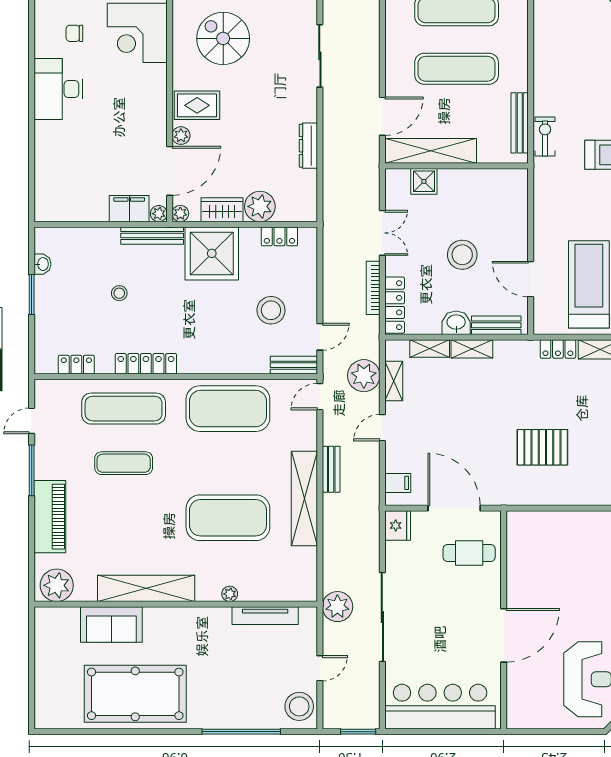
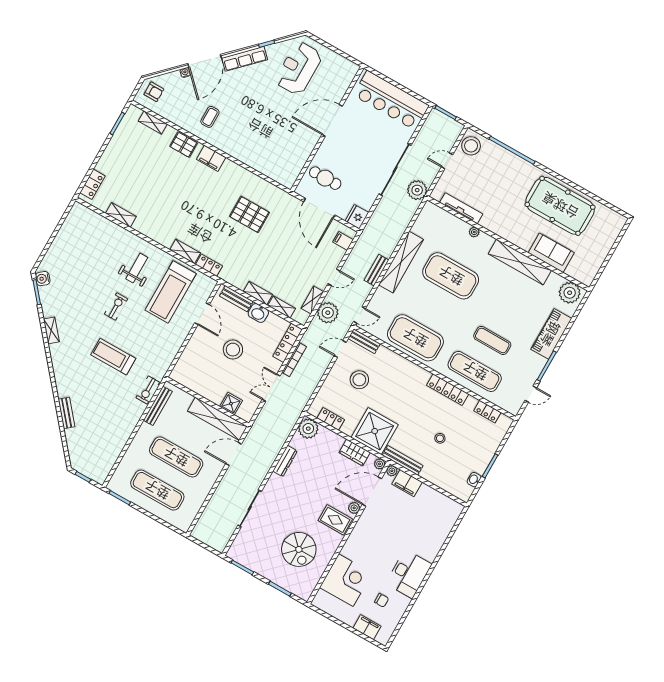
plant: (260, 206) -> (308, 429), moved

